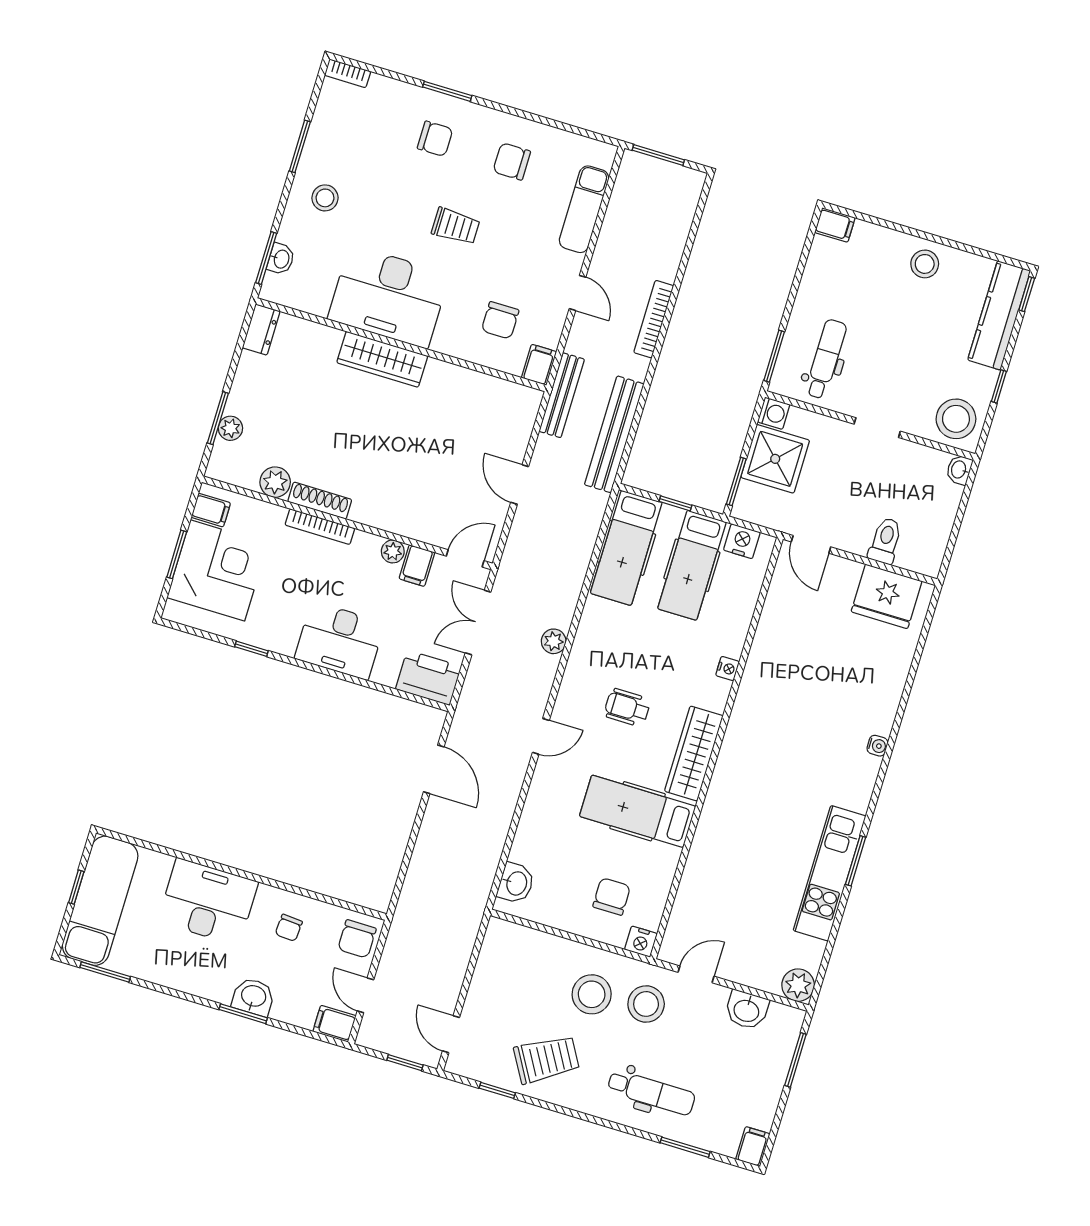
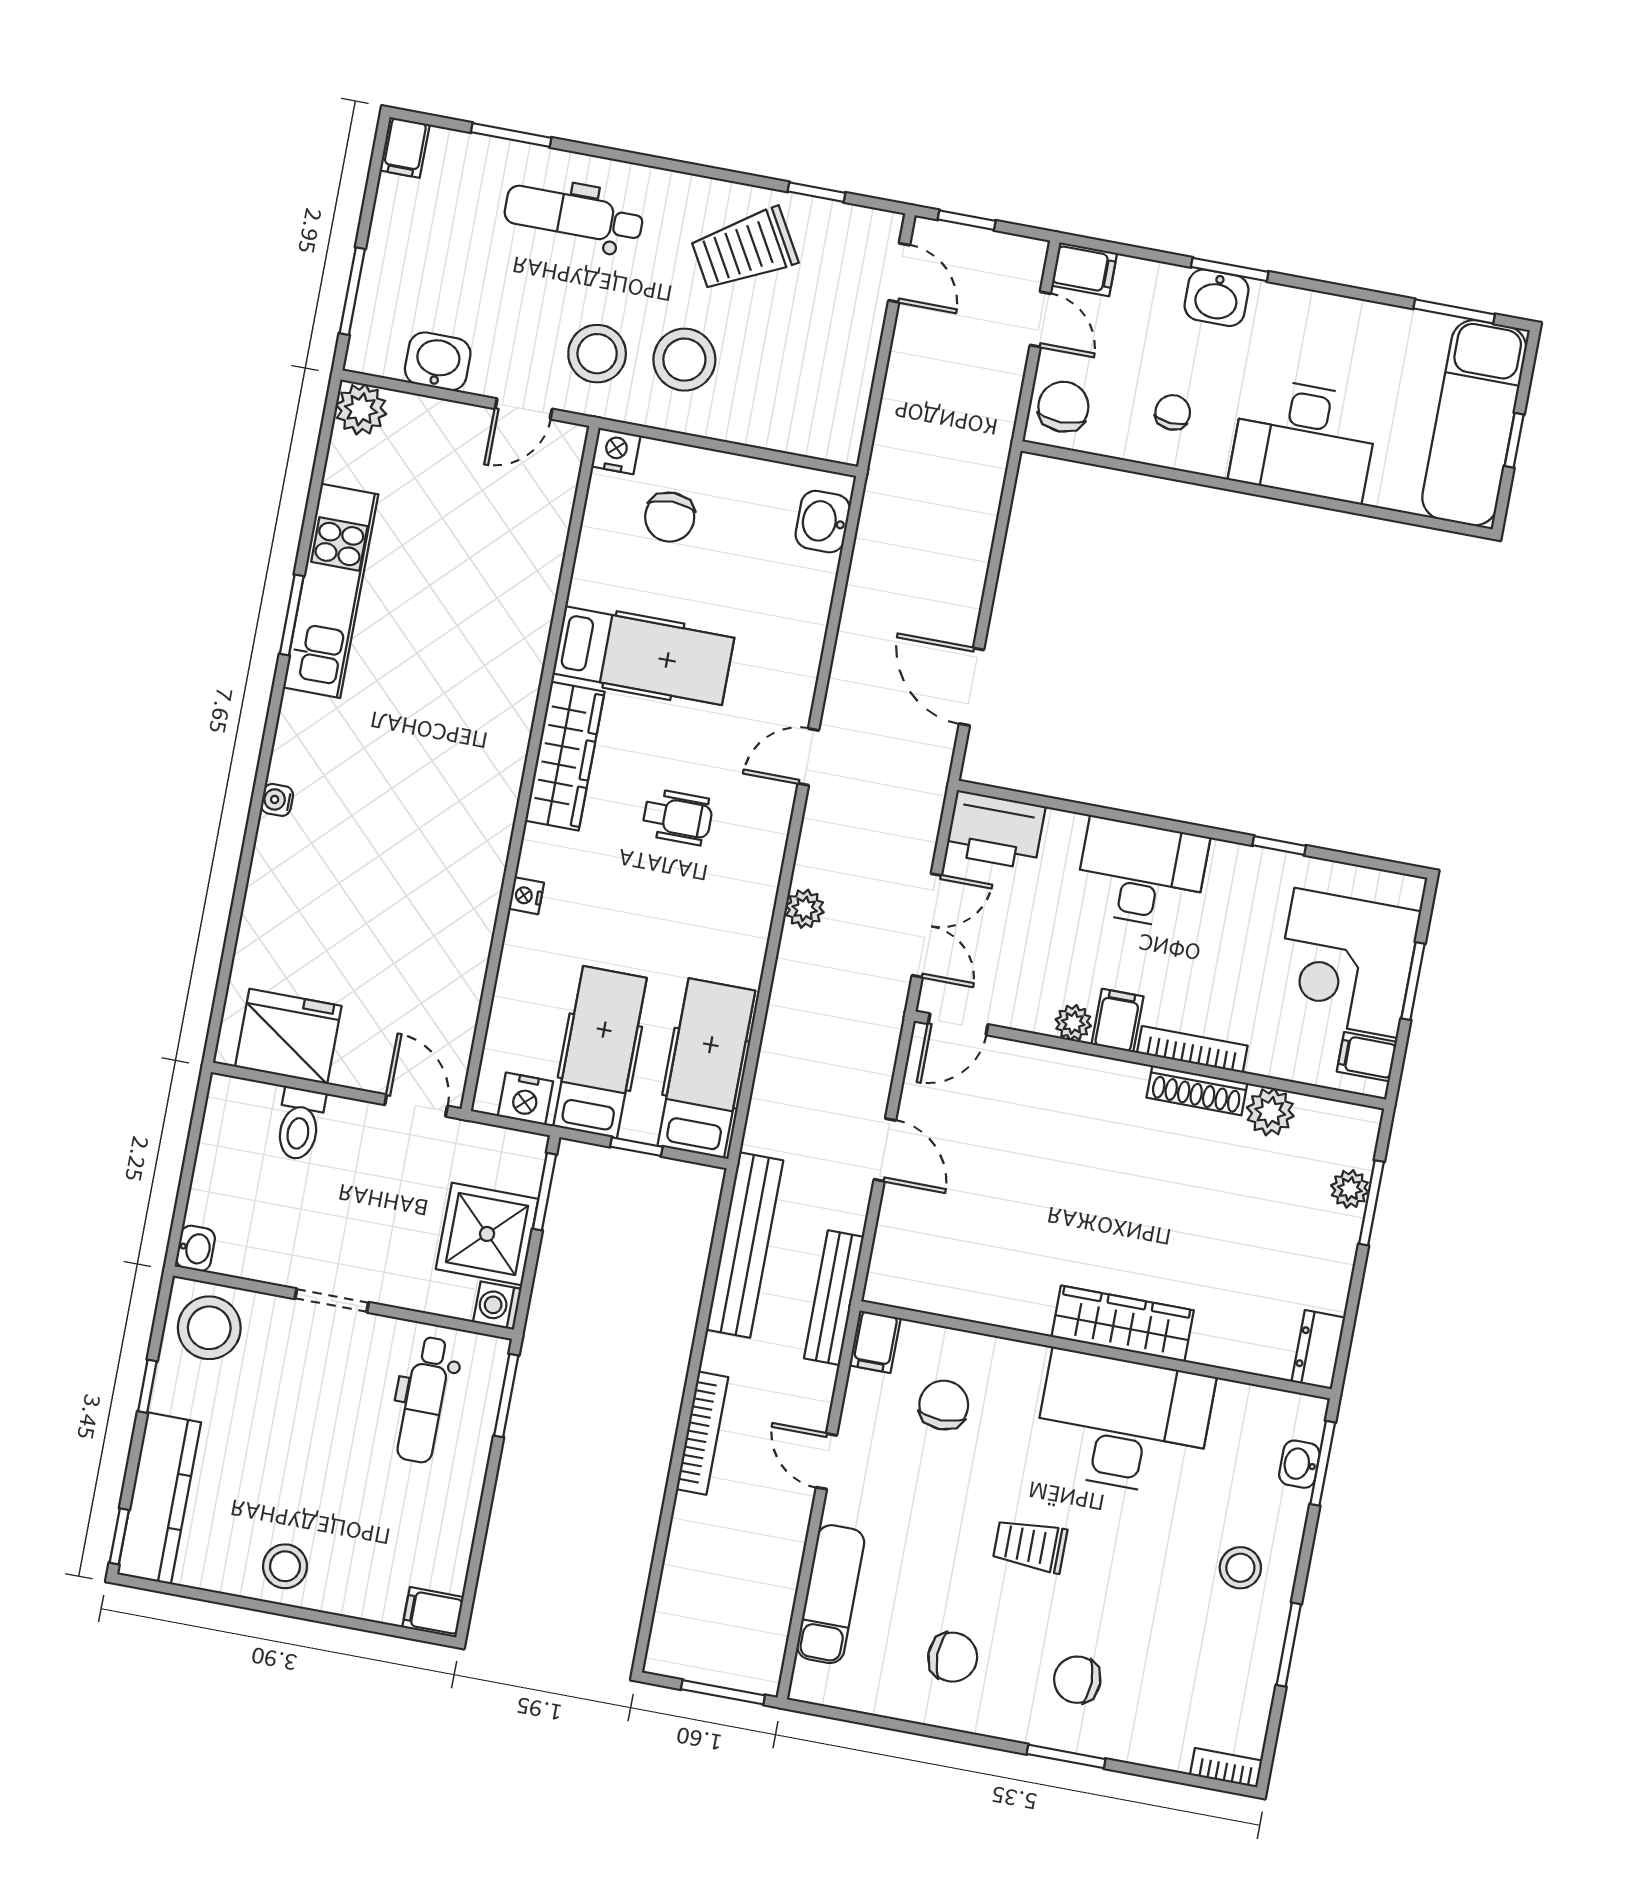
filing cabinet: (417, 566) -> (1117, 1020), moved

